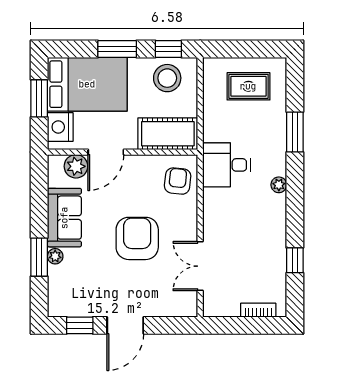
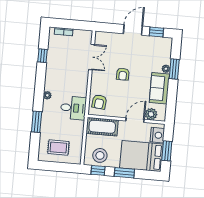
armchair: (137, 238) -> (123, 74), width x0.53, depth x0.53

